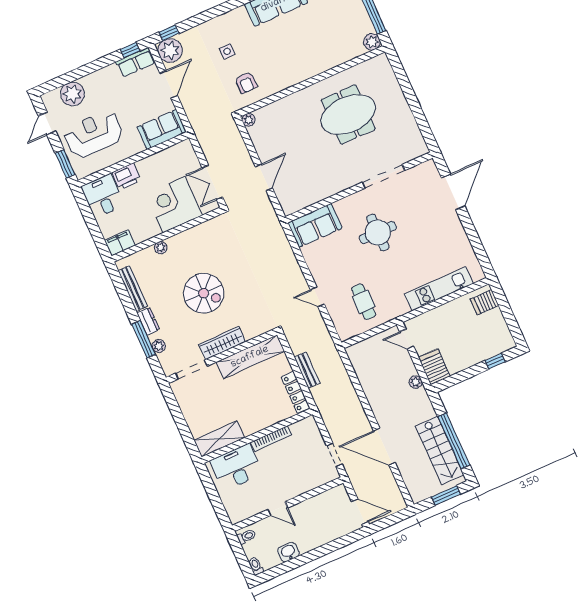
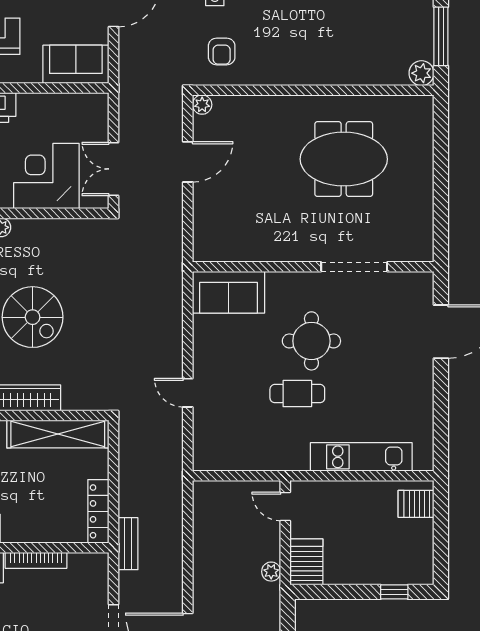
door: (264, 177) -> (188, 162), moved
cafe table: (364, 302) -> (297, 394), moved, turned 90
bench: (307, 370) -> (128, 544), moved

